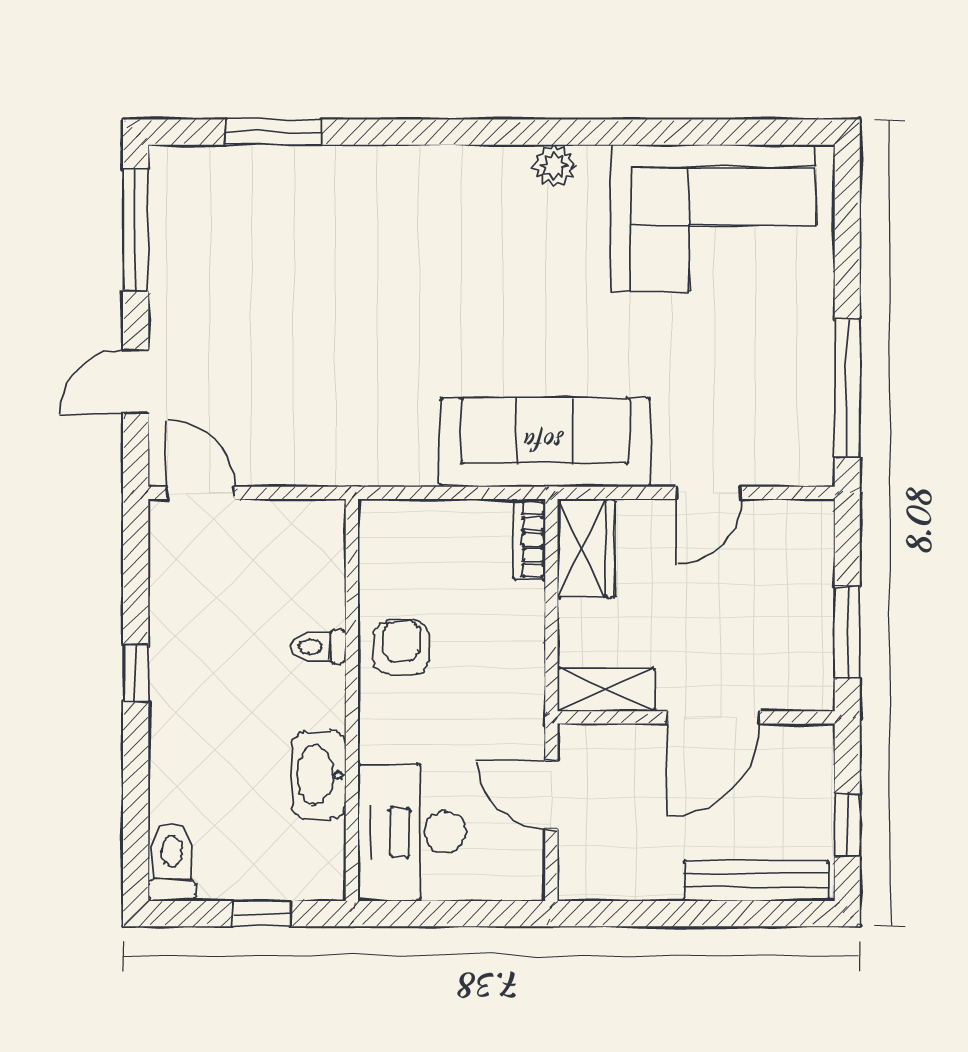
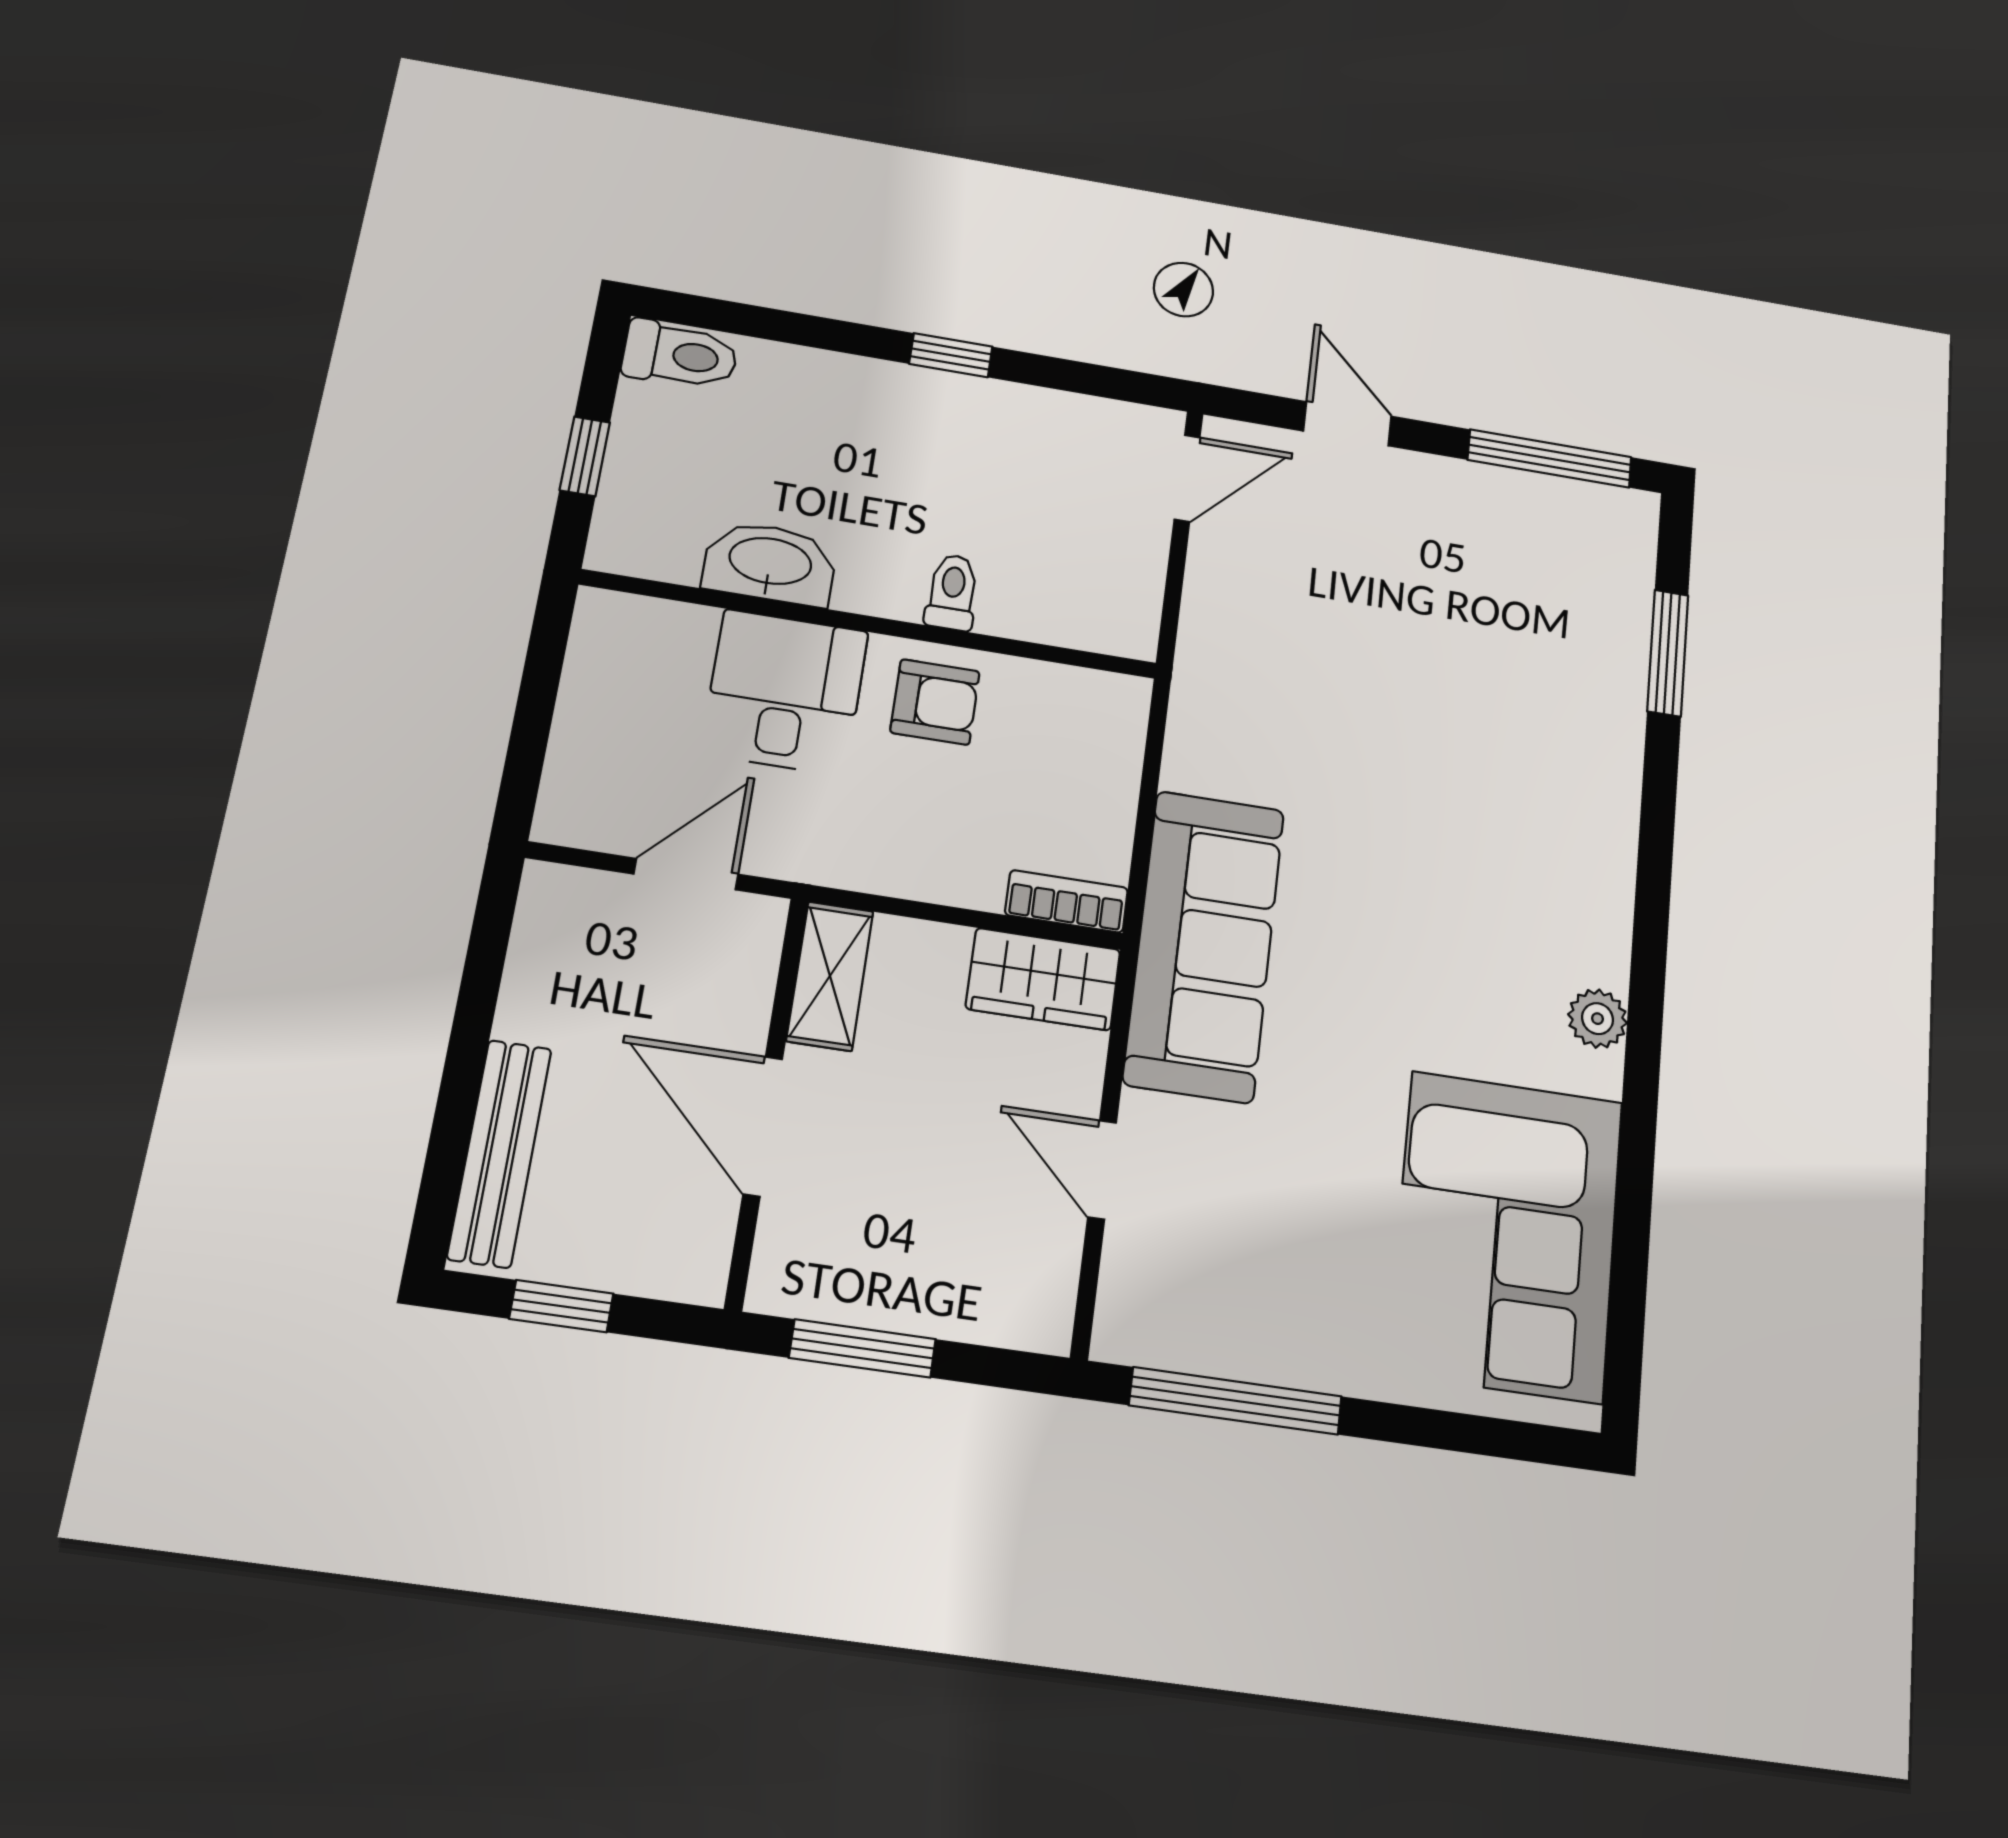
desk: (412, 832) -> (785, 692), moved, width x0.73

